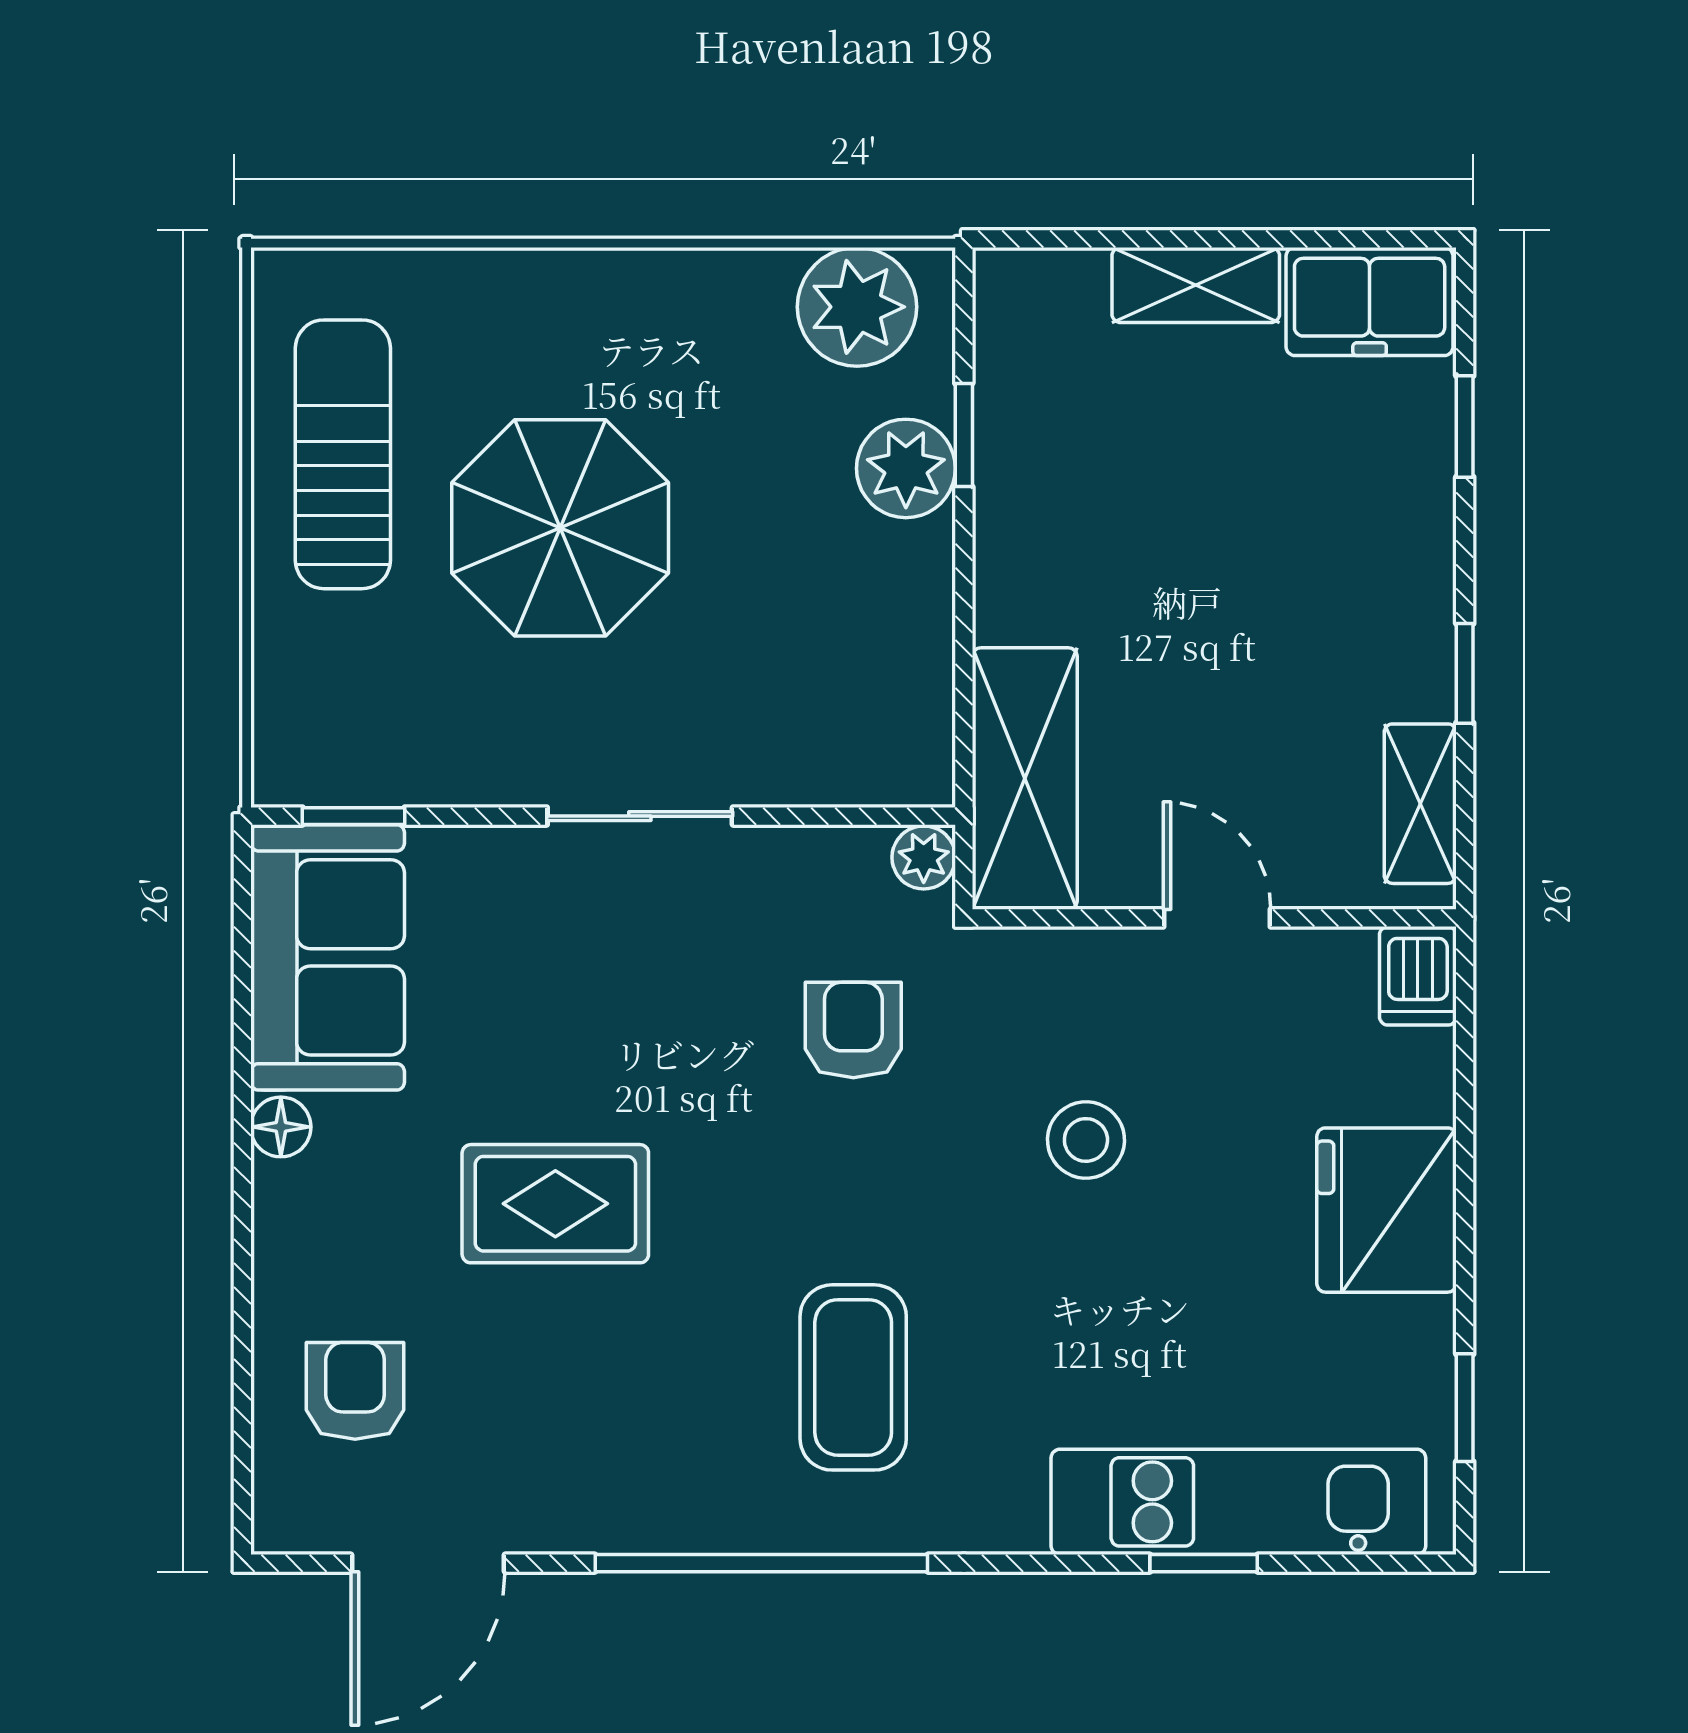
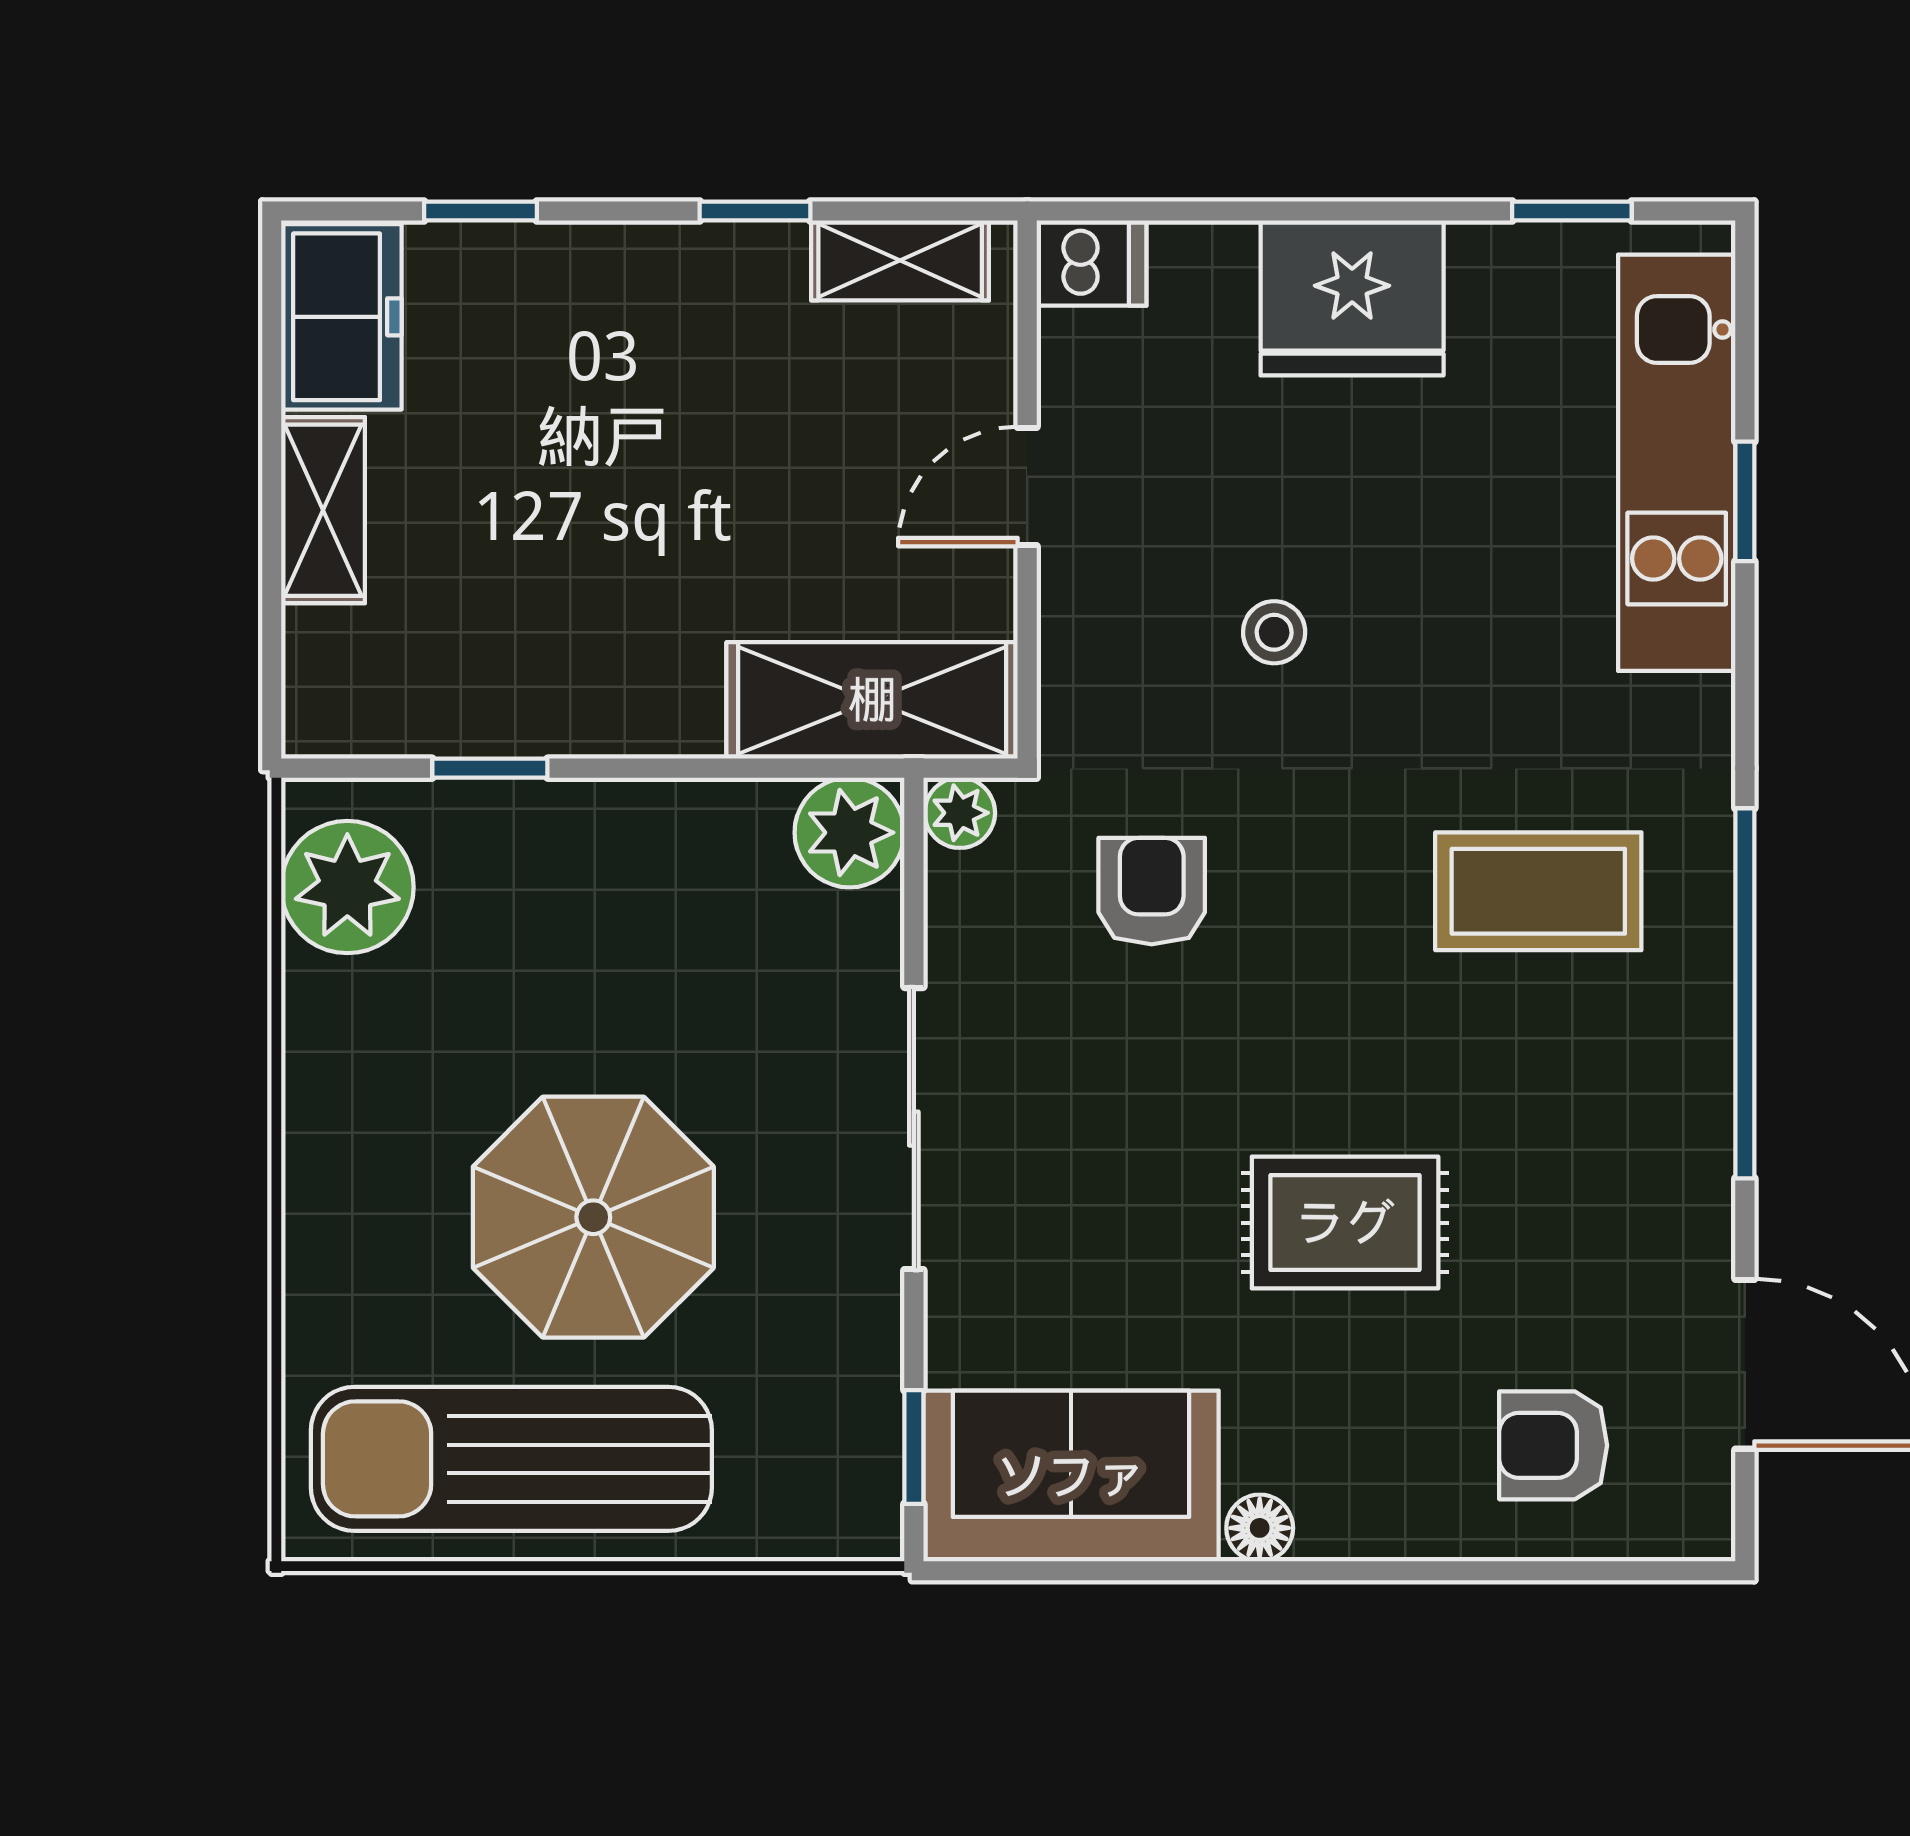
sun lounger: (343, 454) -> (511, 1459), width x1.36, depth x1.34
plant: (906, 468) -> (849, 833), moved
sliding door: (640, 816) -> (914, 1129), width x1.37
armchair: (853, 1030) -> (1152, 891), turned 90
stool: (1086, 1140) -> (1274, 632), width x0.73, depth x0.73
rug: (555, 1204) -> (1345, 1223), turned 90

